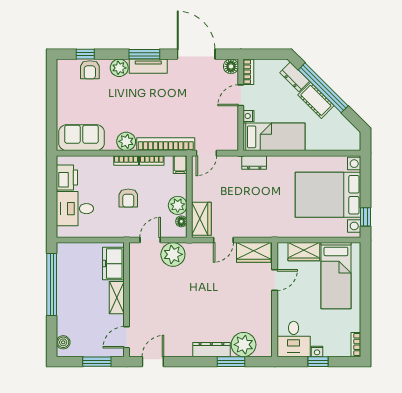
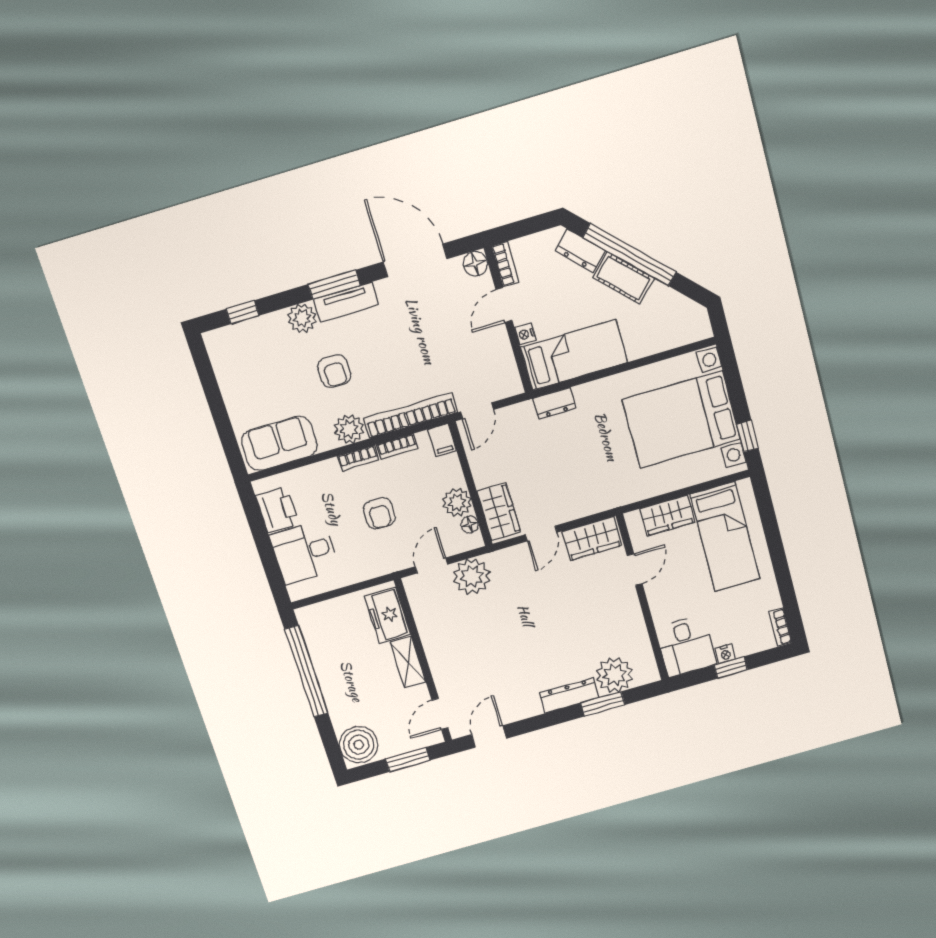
armchair: (90, 70) -> (334, 371), moved
boiler: (63, 342) -> (359, 745), width x1.86, depth x1.86

